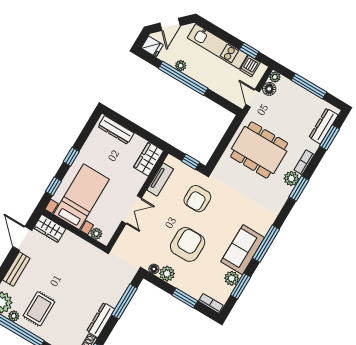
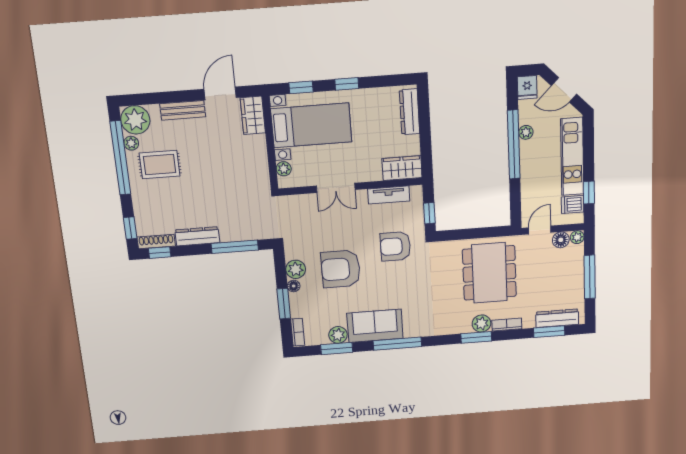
armchair: (188, 244) -> (341, 269), turned 180
floor lamp: (154, 269) -> (294, 286), moved

